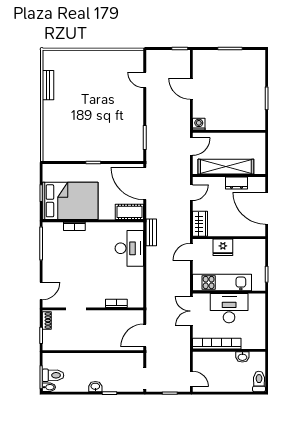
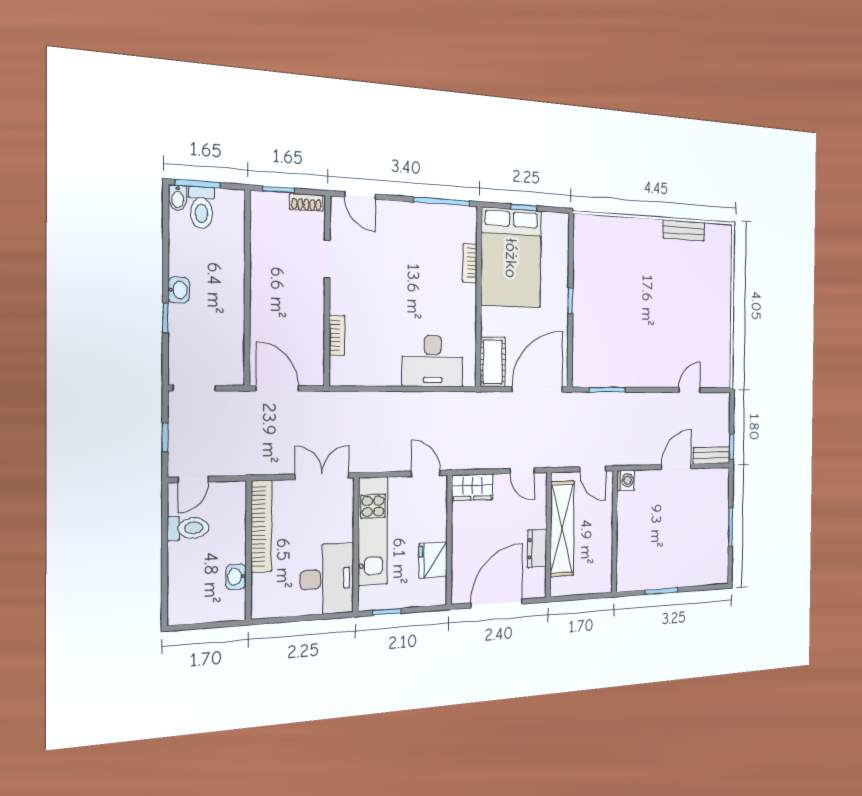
bench: (151, 232) -> (711, 455), moved
fridge: (223, 247) -> (433, 560), moved
desk: (229, 308) -> (327, 579), moved
toilet: (259, 381) -> (188, 528), moved

